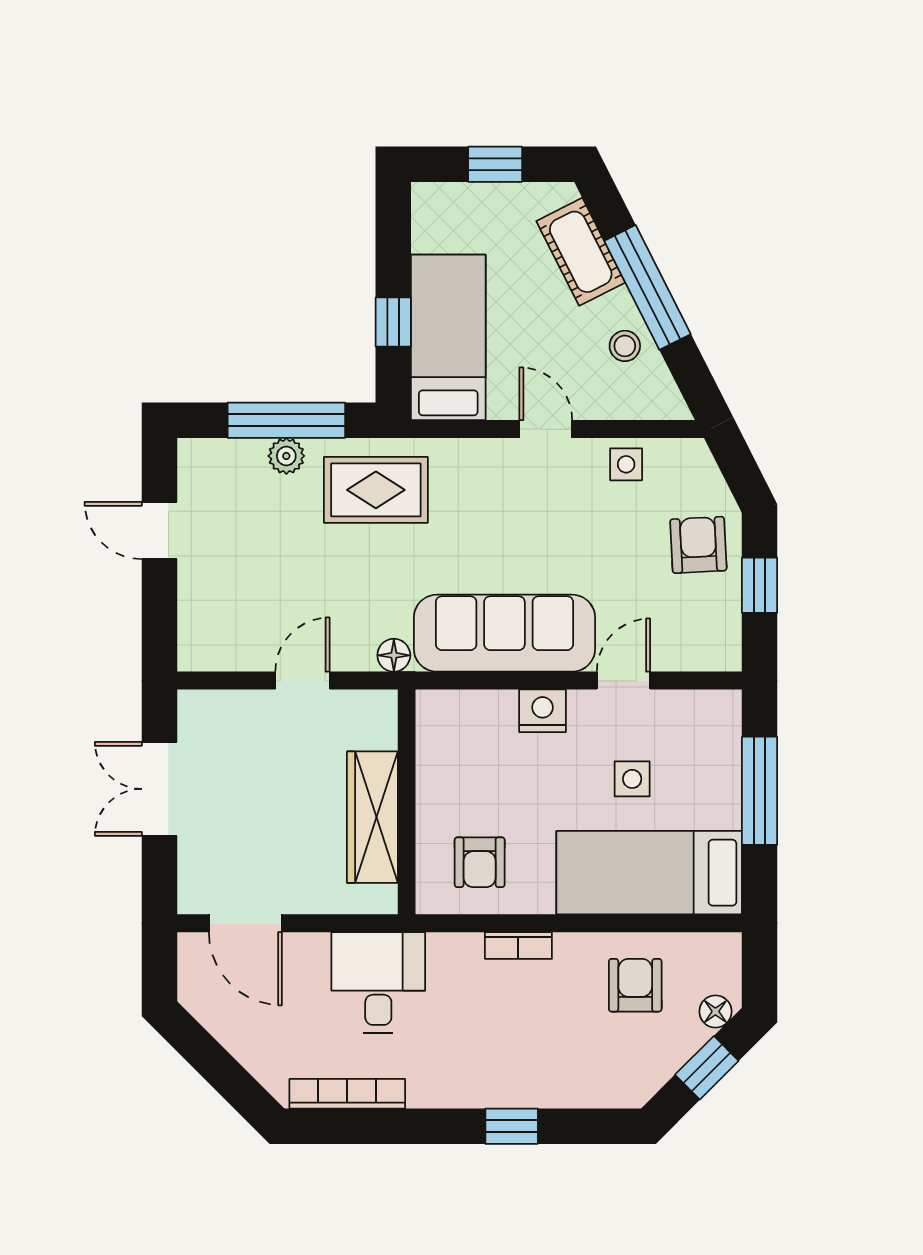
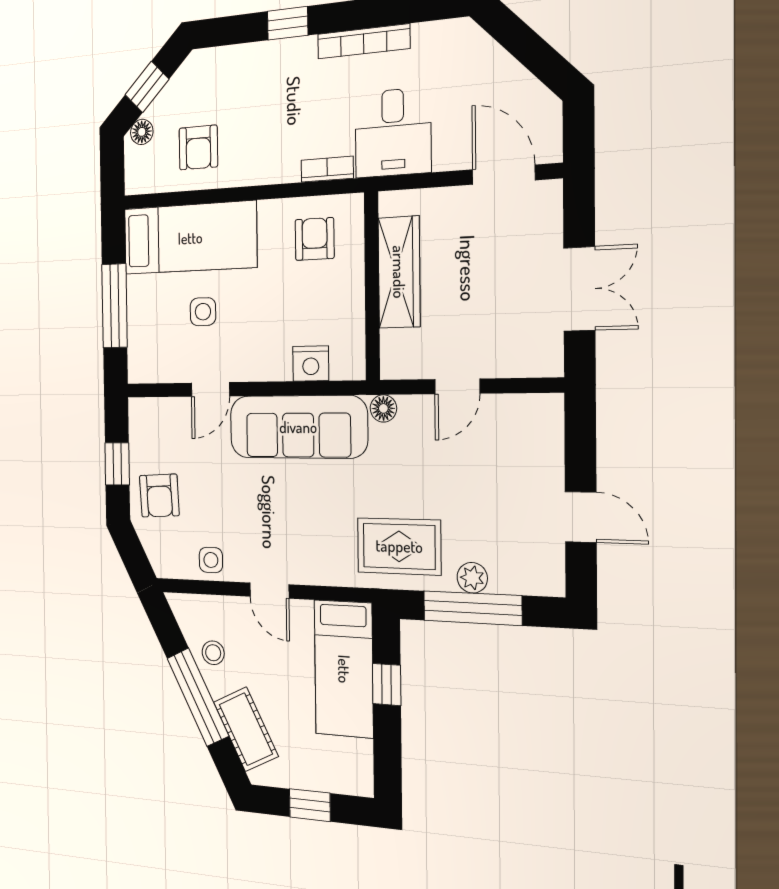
nightstand: (543, 711) -> (311, 364), moved
bookcase: (518, 945) -> (327, 169), moved
bookcase: (347, 1094) -> (364, 41), moved

